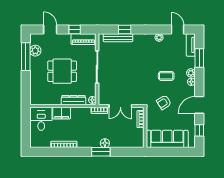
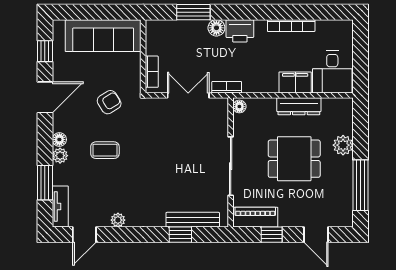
door: (178, 29) -> (84, 235), hinge flipped
plant: (35, 51) -> (343, 145), moved
dresser: (74, 100) -> (299, 106), moved
printer: (92, 142) -> (240, 31), added
window: (101, 152) -> (193, 12), moved

